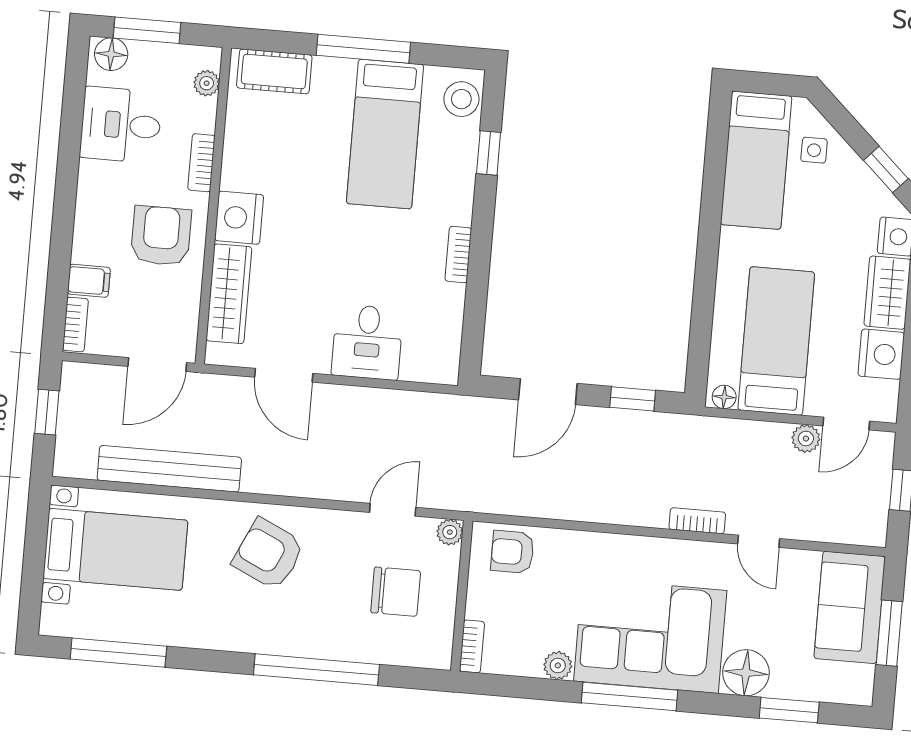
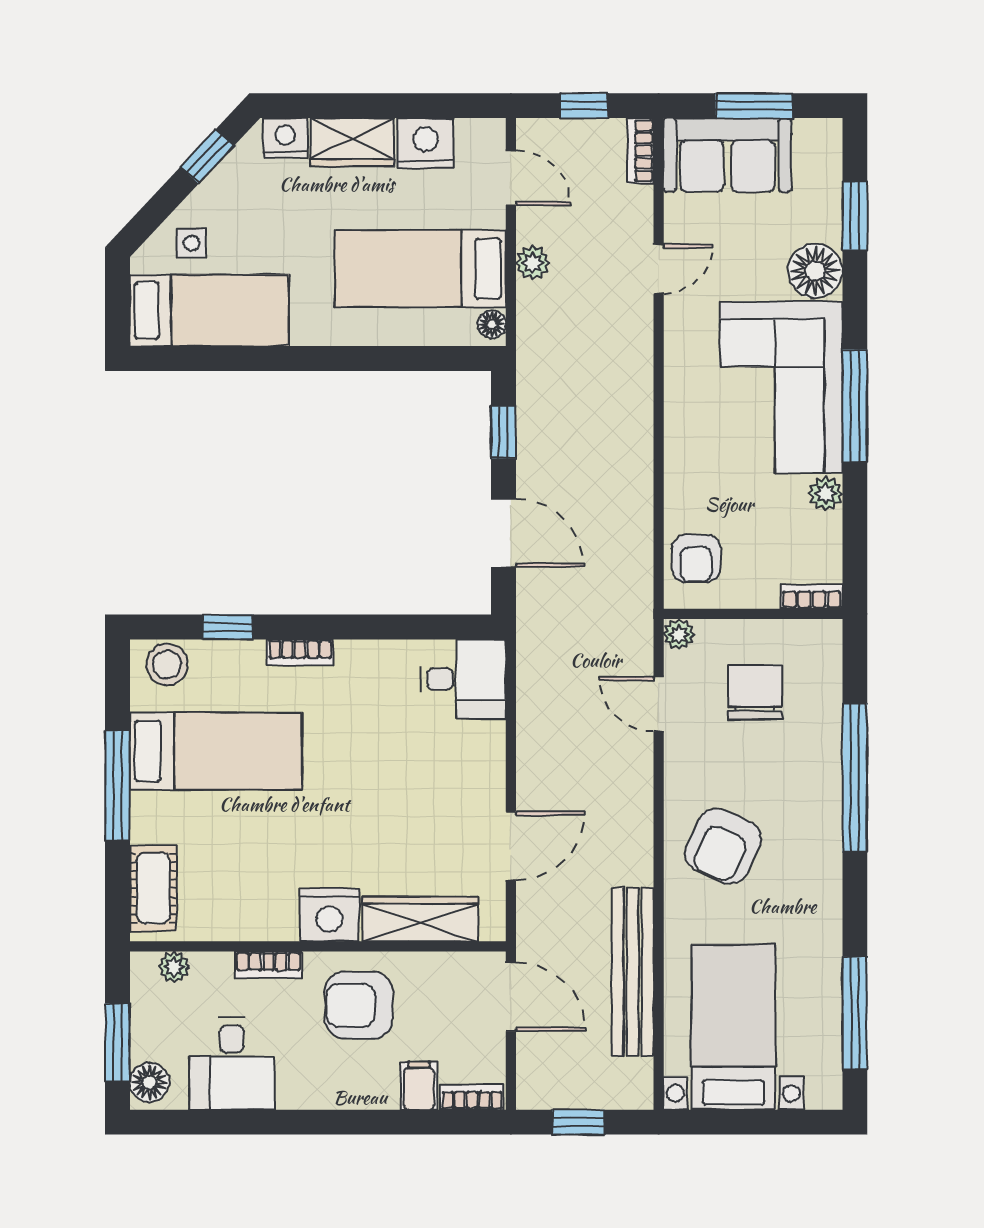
bookcase: (458, 254) -> (300, 652), moved
desk: (367, 342) -> (463, 679), moved
plant: (806, 439) -> (533, 263), moved
bookcase: (697, 521) -> (641, 151), moved

